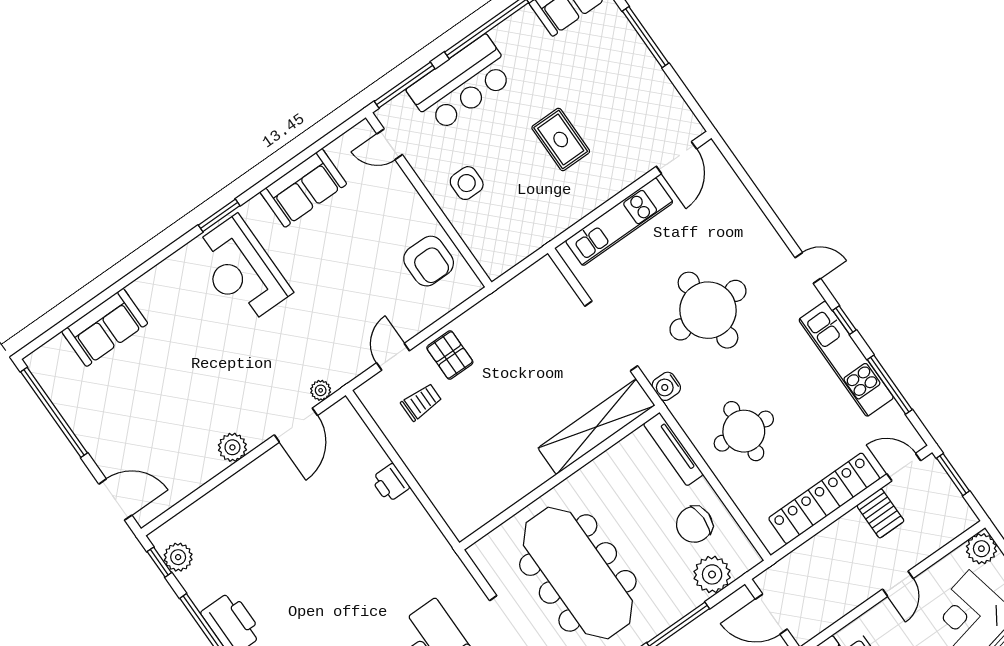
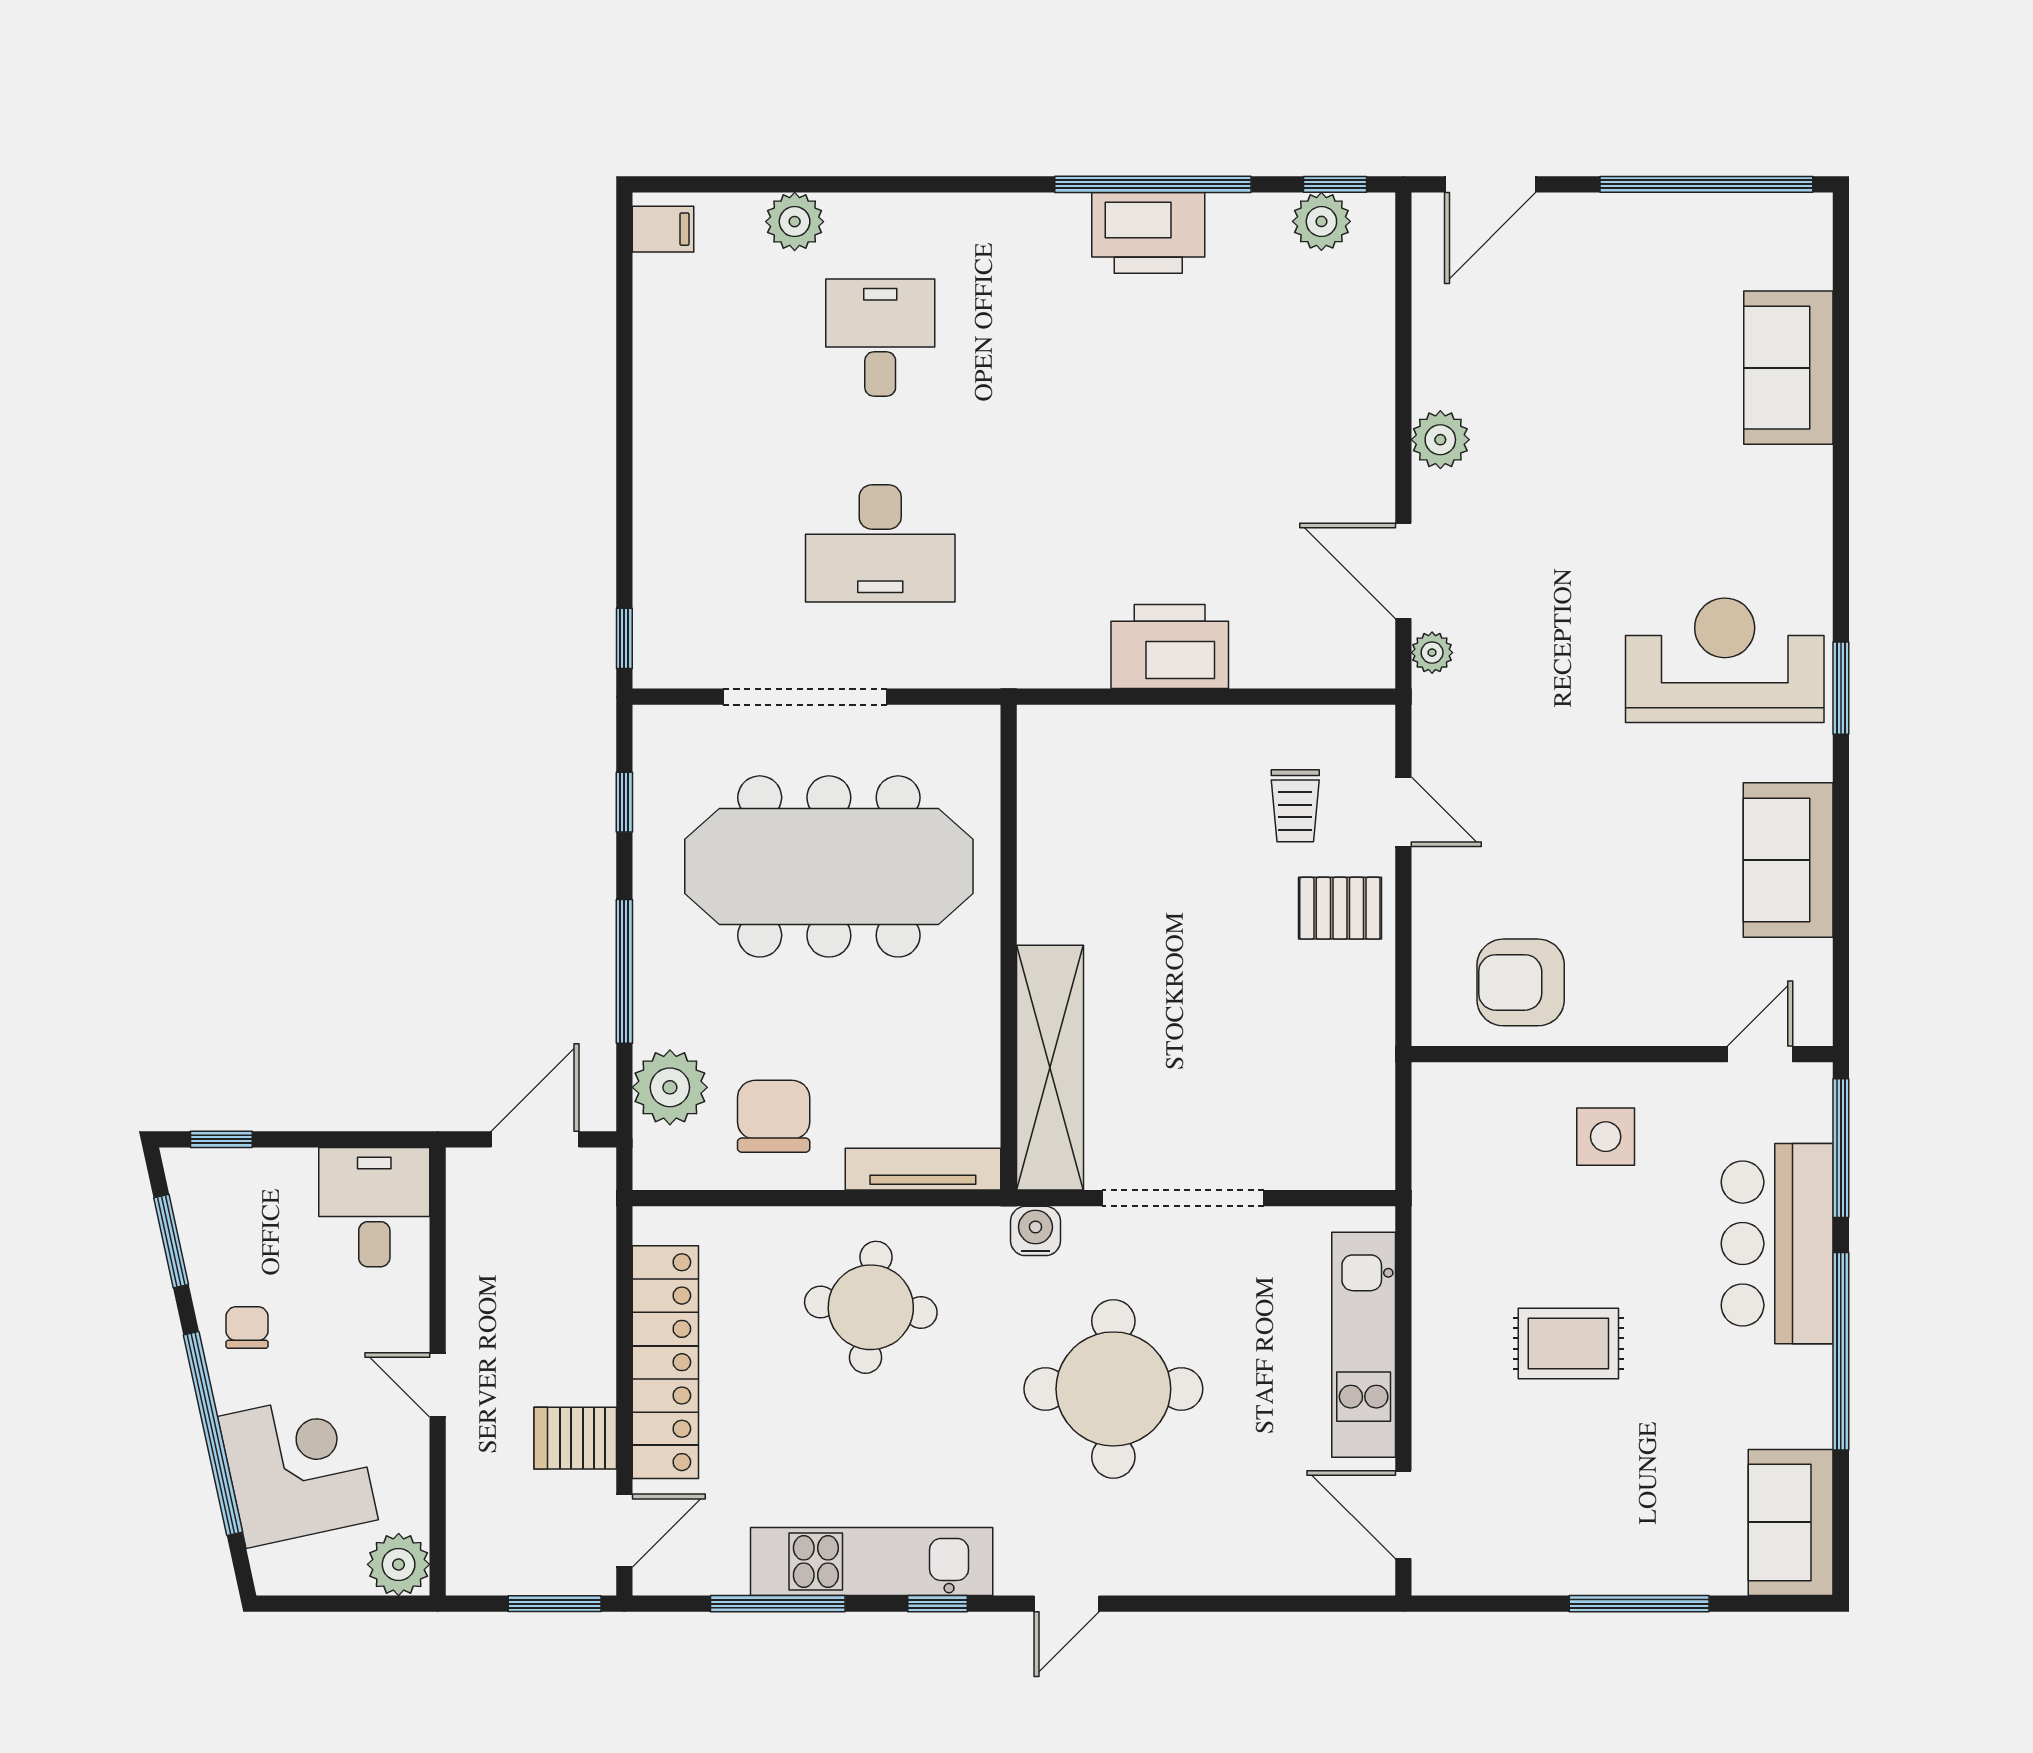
printer: (390, 483) -> (1170, 646), width x1.87, depth x1.48

